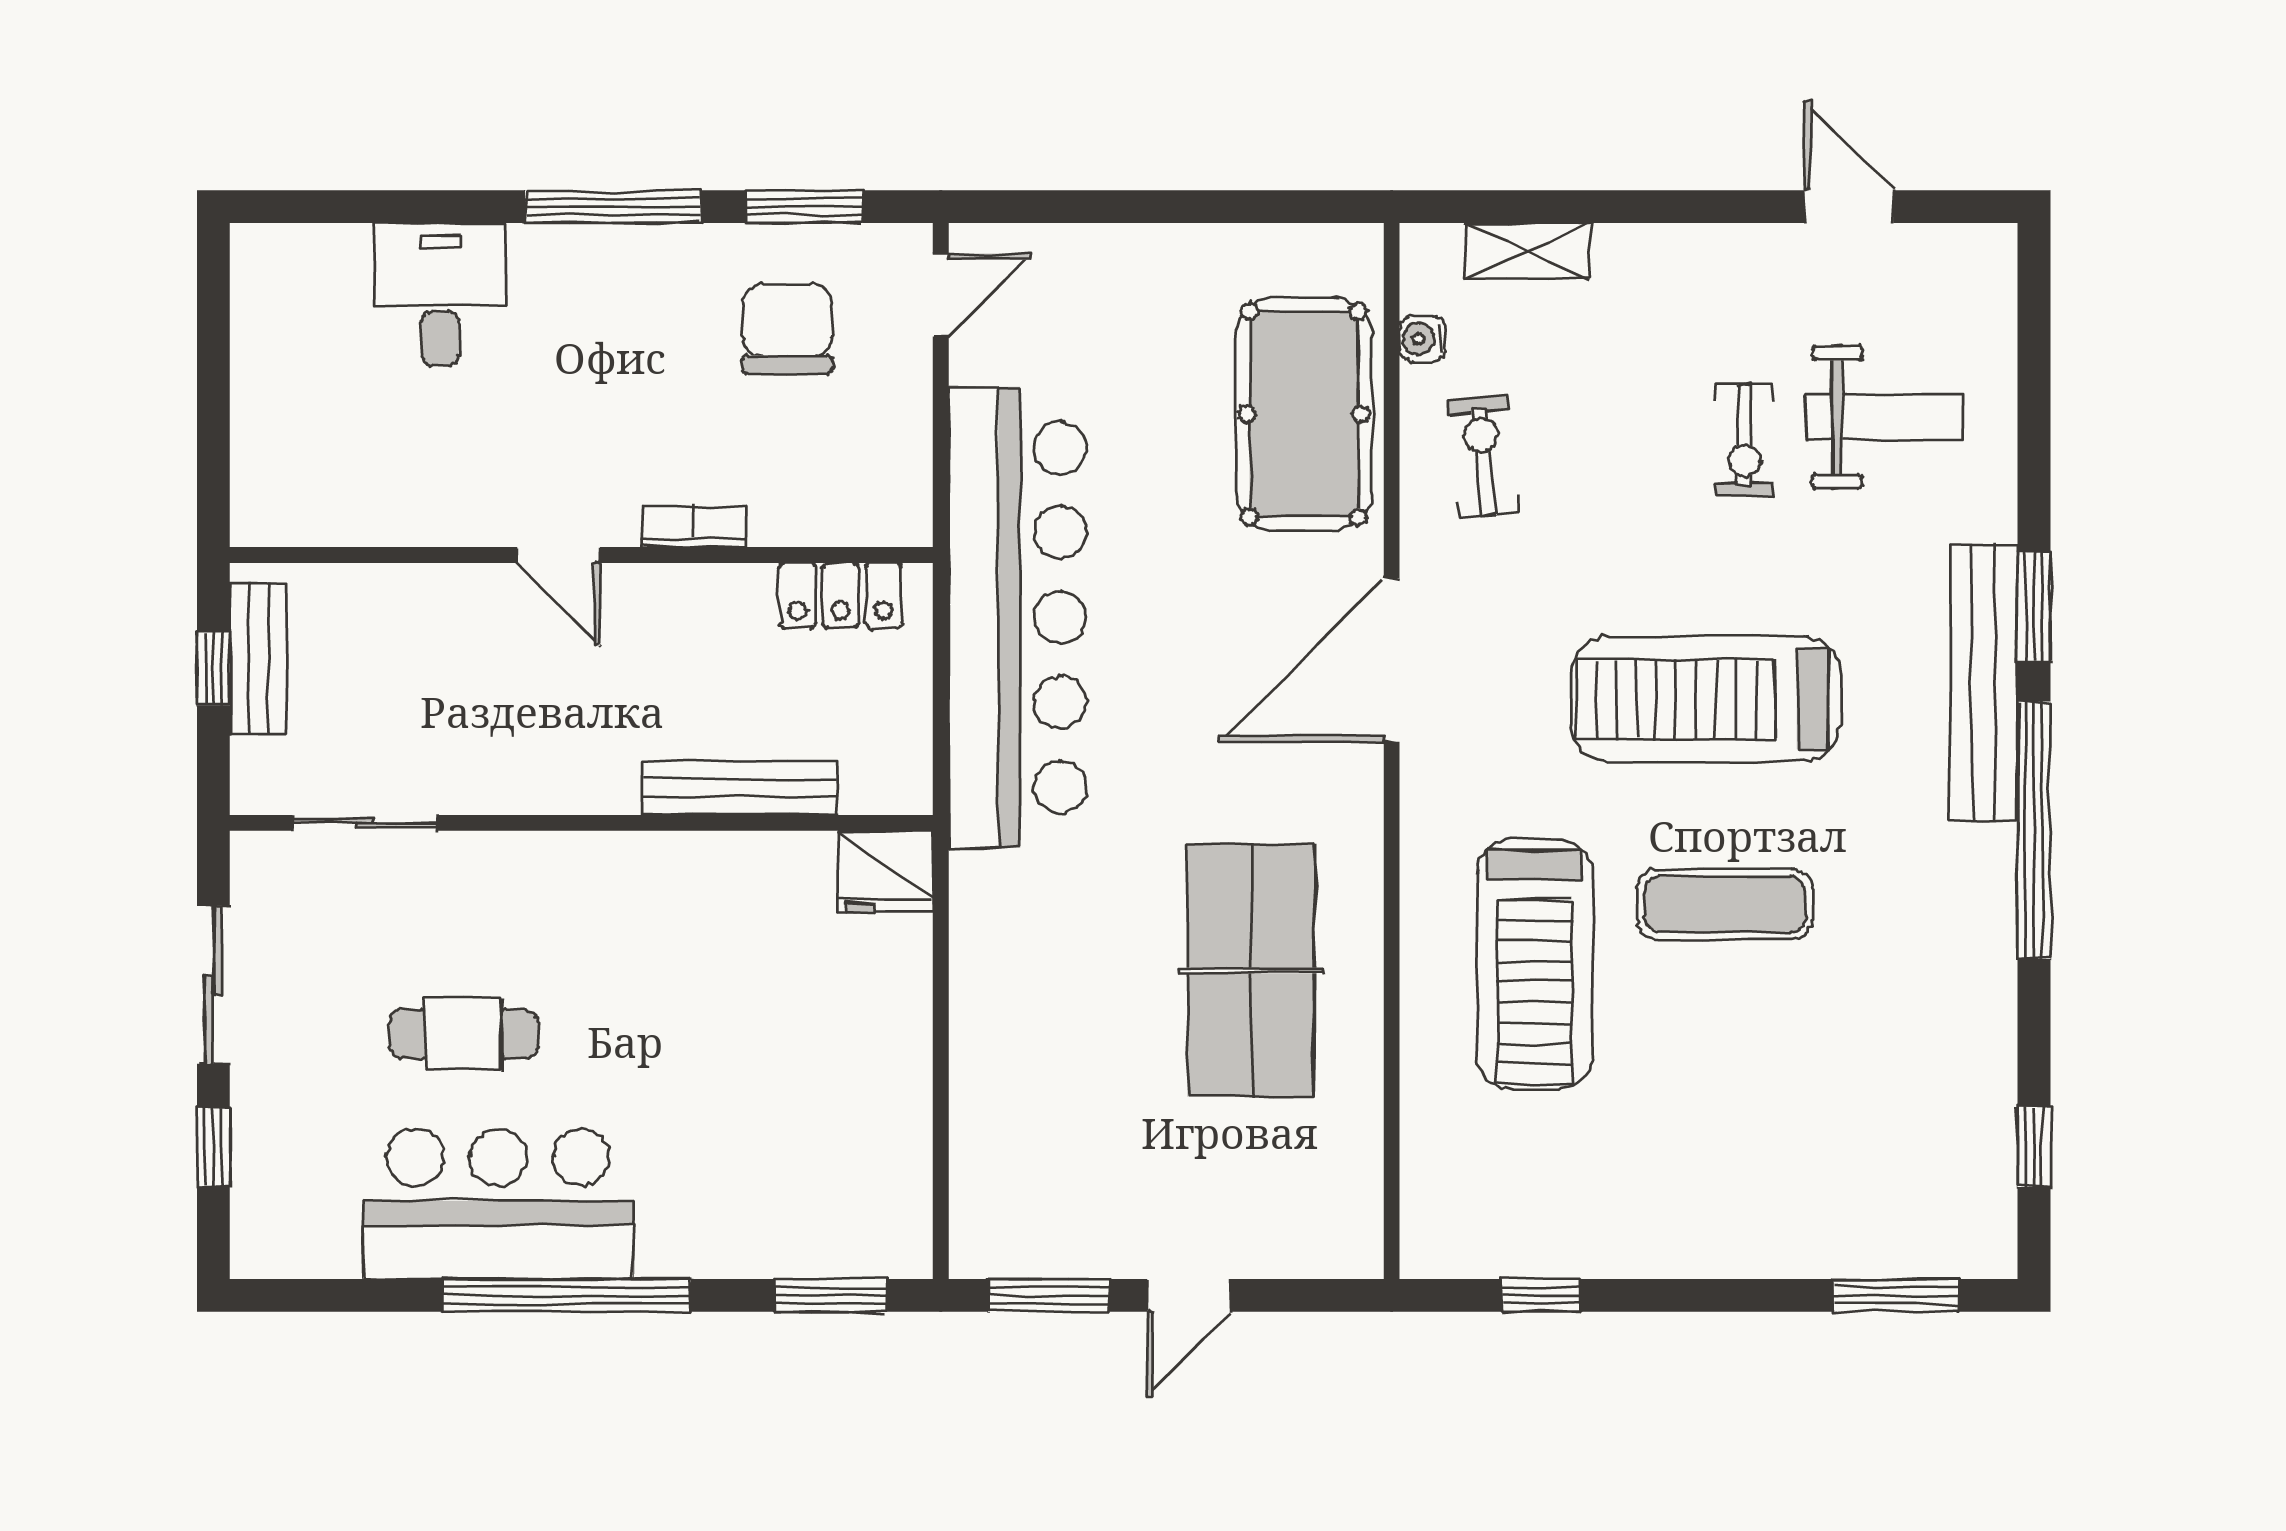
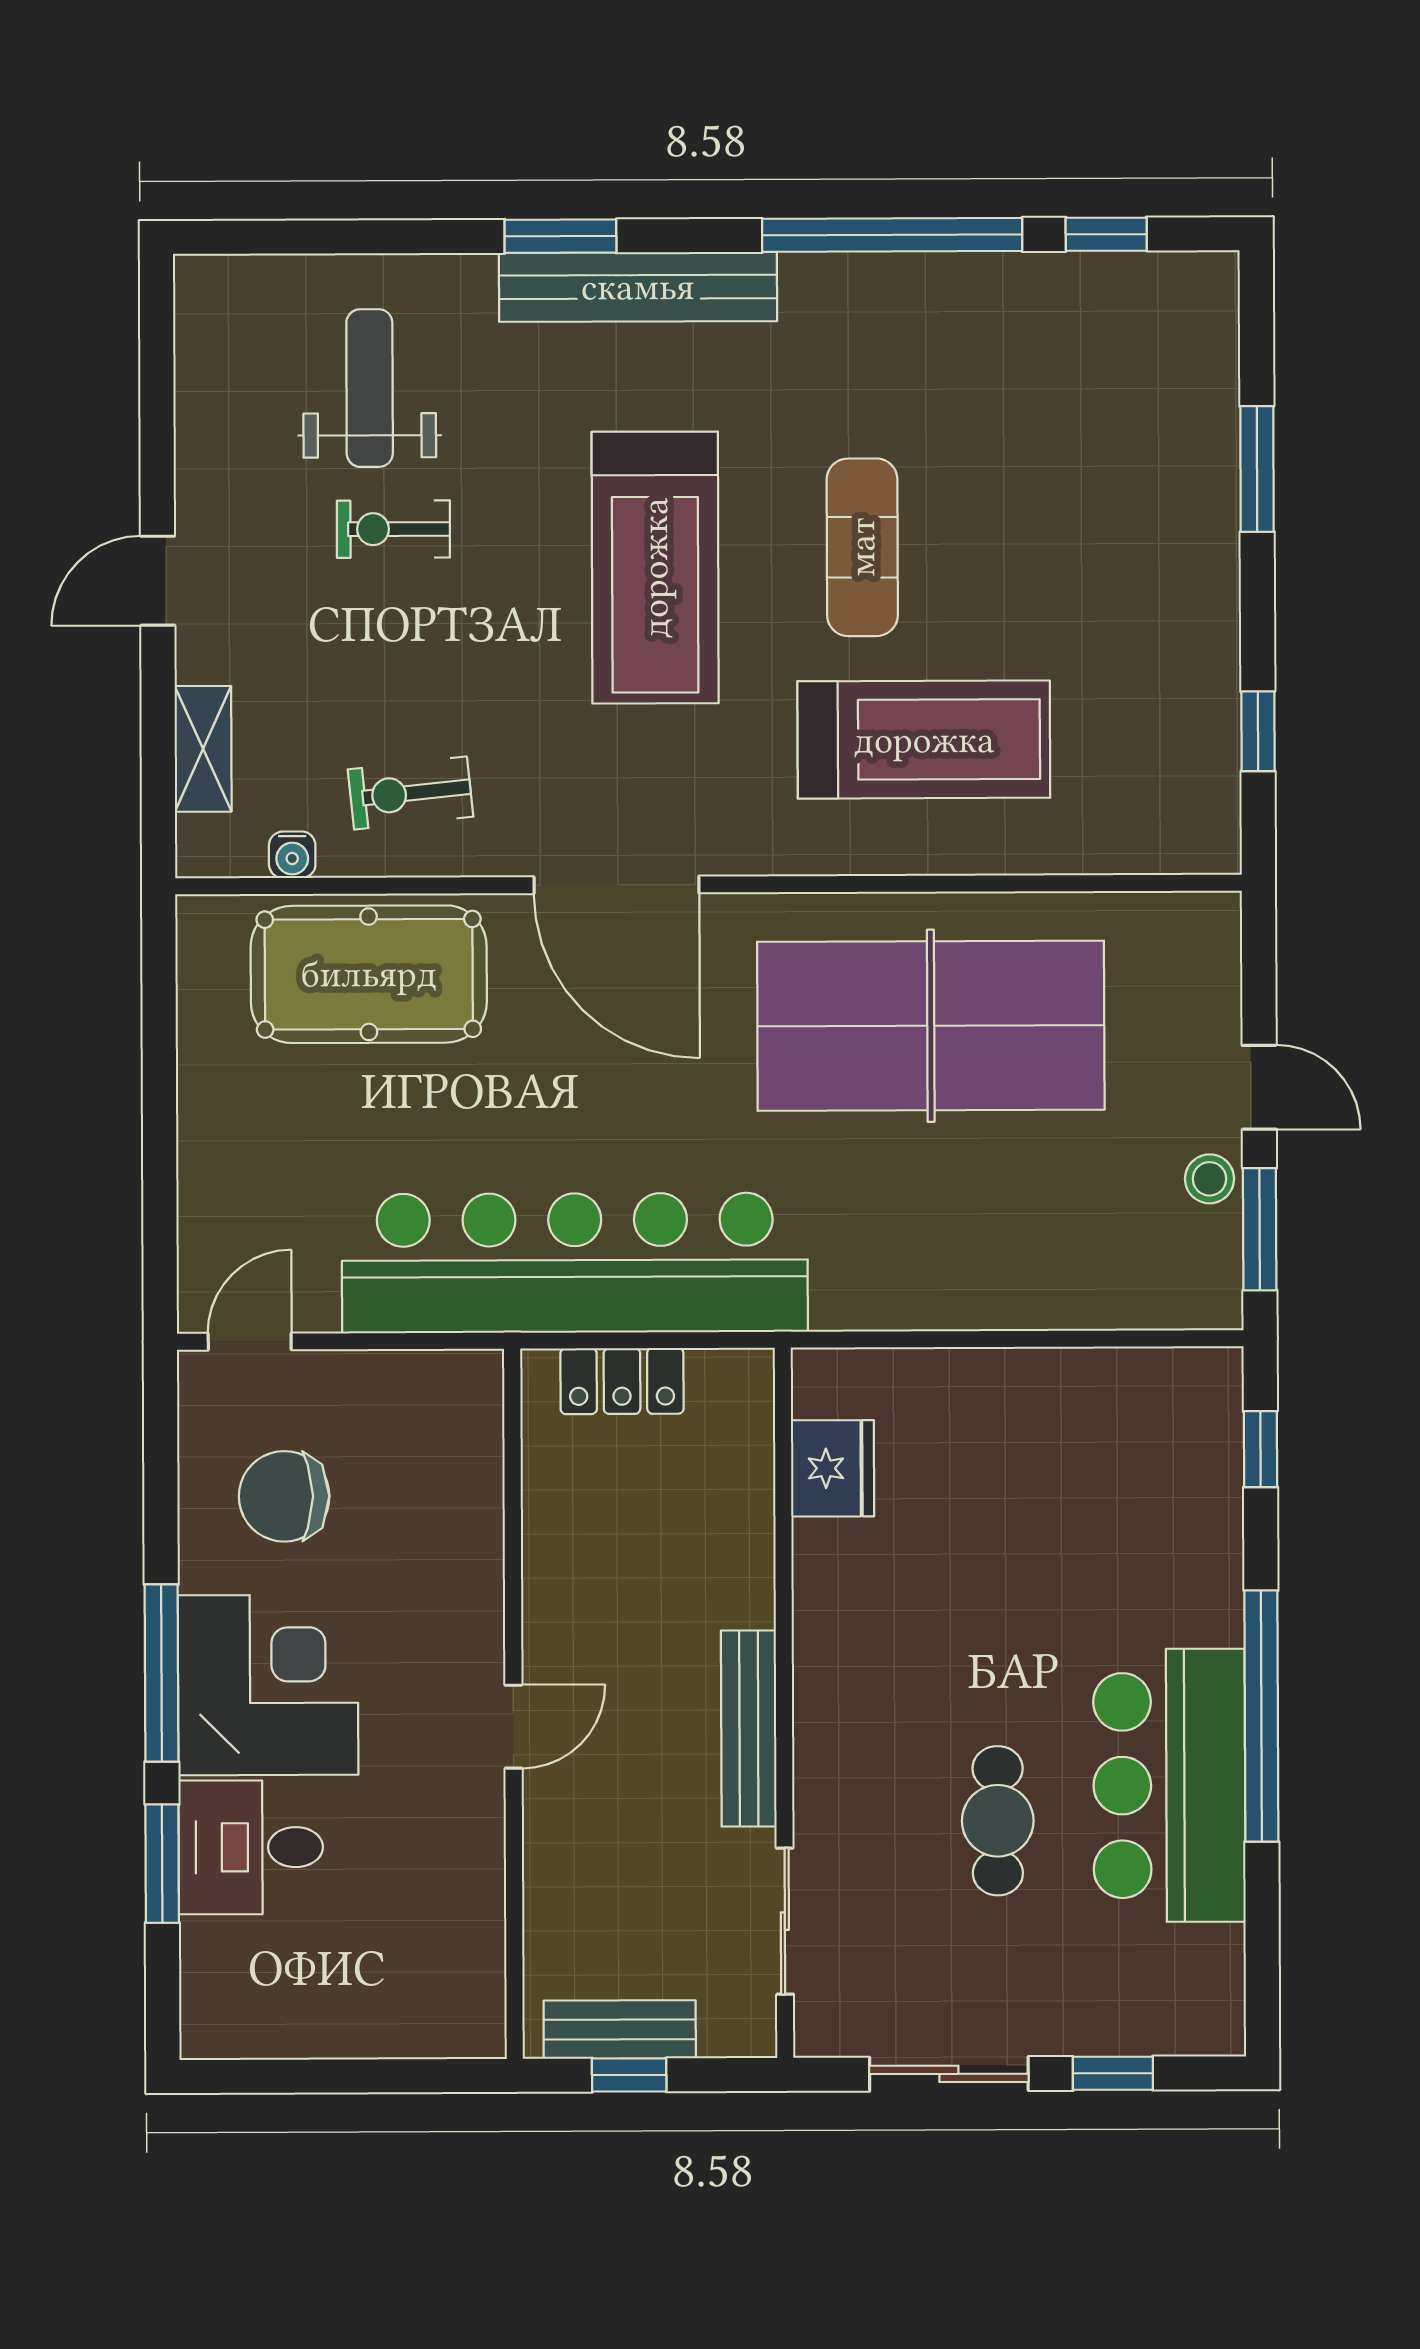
window: (804, 207) -> (162, 1864), moved
door: (1849, 207) -> (158, 581), moved
door: (941, 295) -> (250, 1342), hinge flipped
corner desk: (601, 312) -> (268, 1685), added
exercise bike: (1745, 440) -> (393, 529), turned 180
bookcase: (694, 526) -> (484, 1590), removed
locker: (841, 595) -> (622, 1381), moved, turned 90
bench: (740, 788) -> (749, 1729), moved
window: (2034, 830) -> (892, 235), moved
fridge: (885, 872) -> (833, 1468), moved
table tennis table: (1251, 971) -> (931, 1026), width x1.36, depth x1.32
stool: (1099, 1246) -> (1209, 1179), added
window: (831, 1295) -> (1260, 1449), width x0.67
window: (1896, 1295) -> (1257, 469), moved

